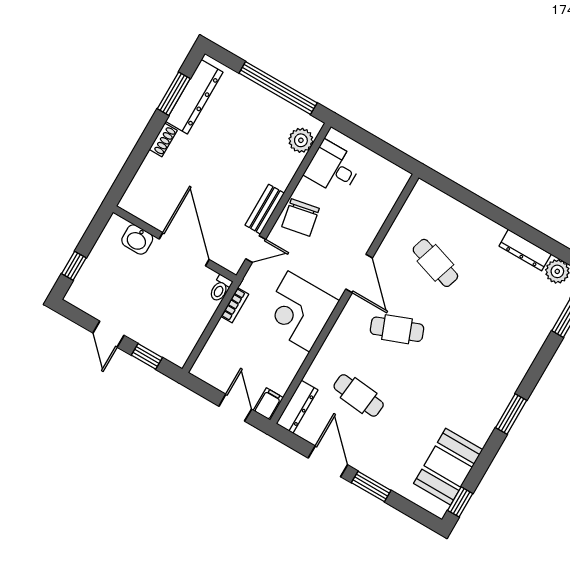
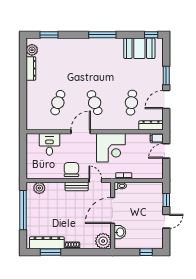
desk: (333, 168) -> (49, 144), moved, turned 180
plant: (139, 200) -> (103, 241), added
chair: (301, 217) -> (71, 170), turned -79
window: (511, 414) -> (102, 35), width x1.44

